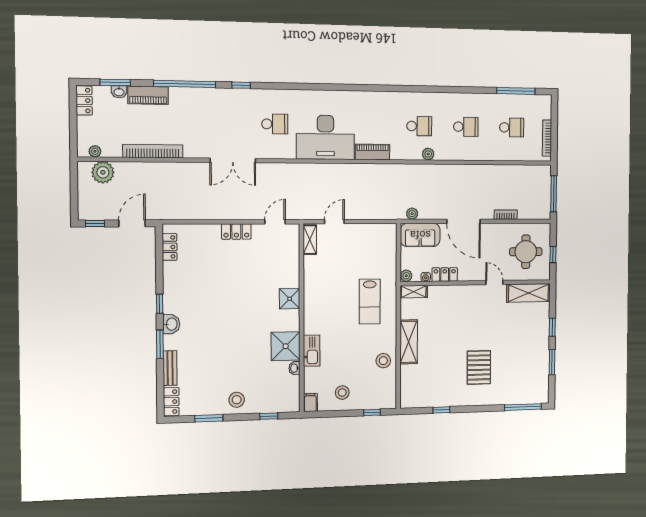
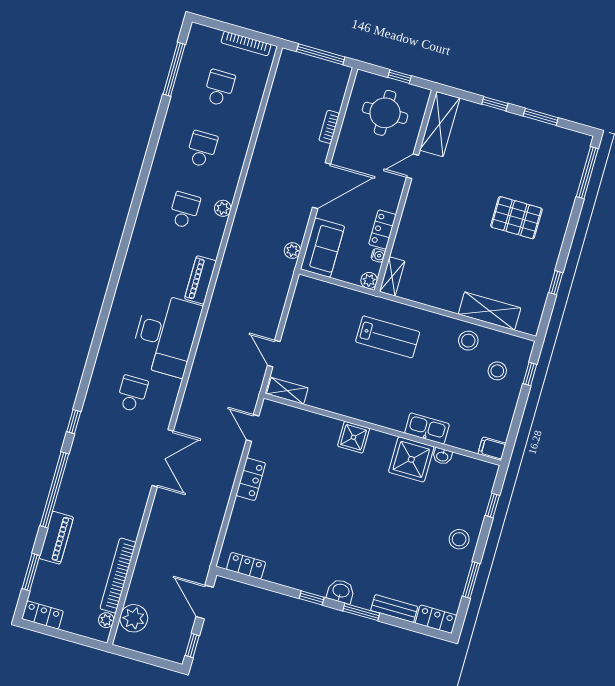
washbasin: (119, 92) -> (43, 571), removed
bookcase: (153, 151) -> (118, 576), moved
shelving: (409, 342) -> (490, 311), moved
stool: (342, 393) -> (497, 371), moved

